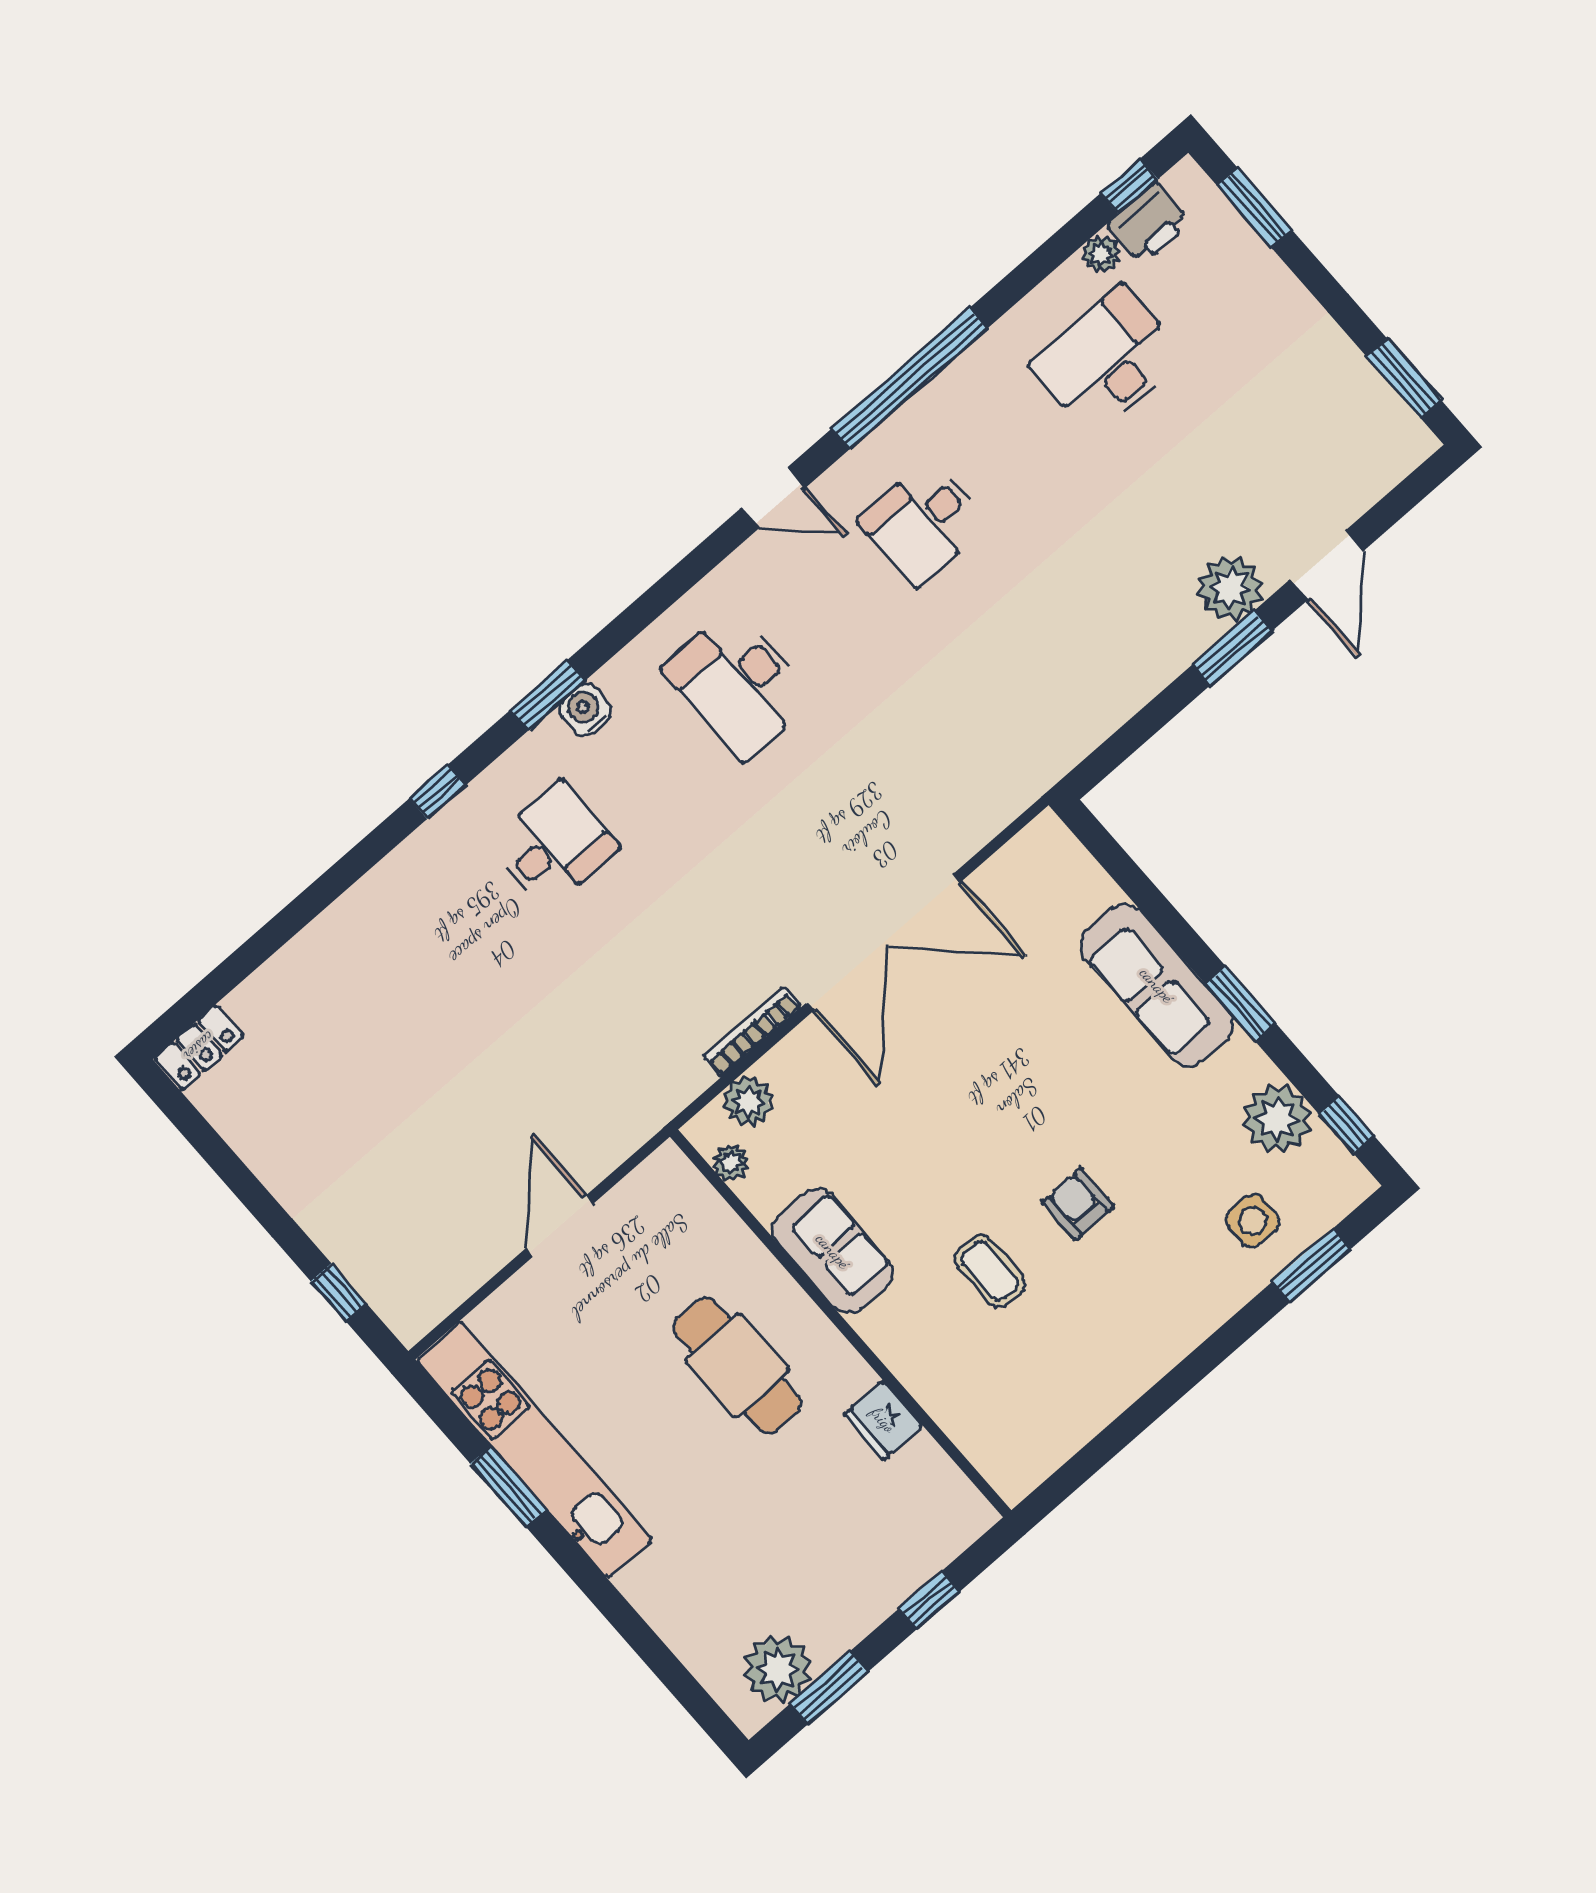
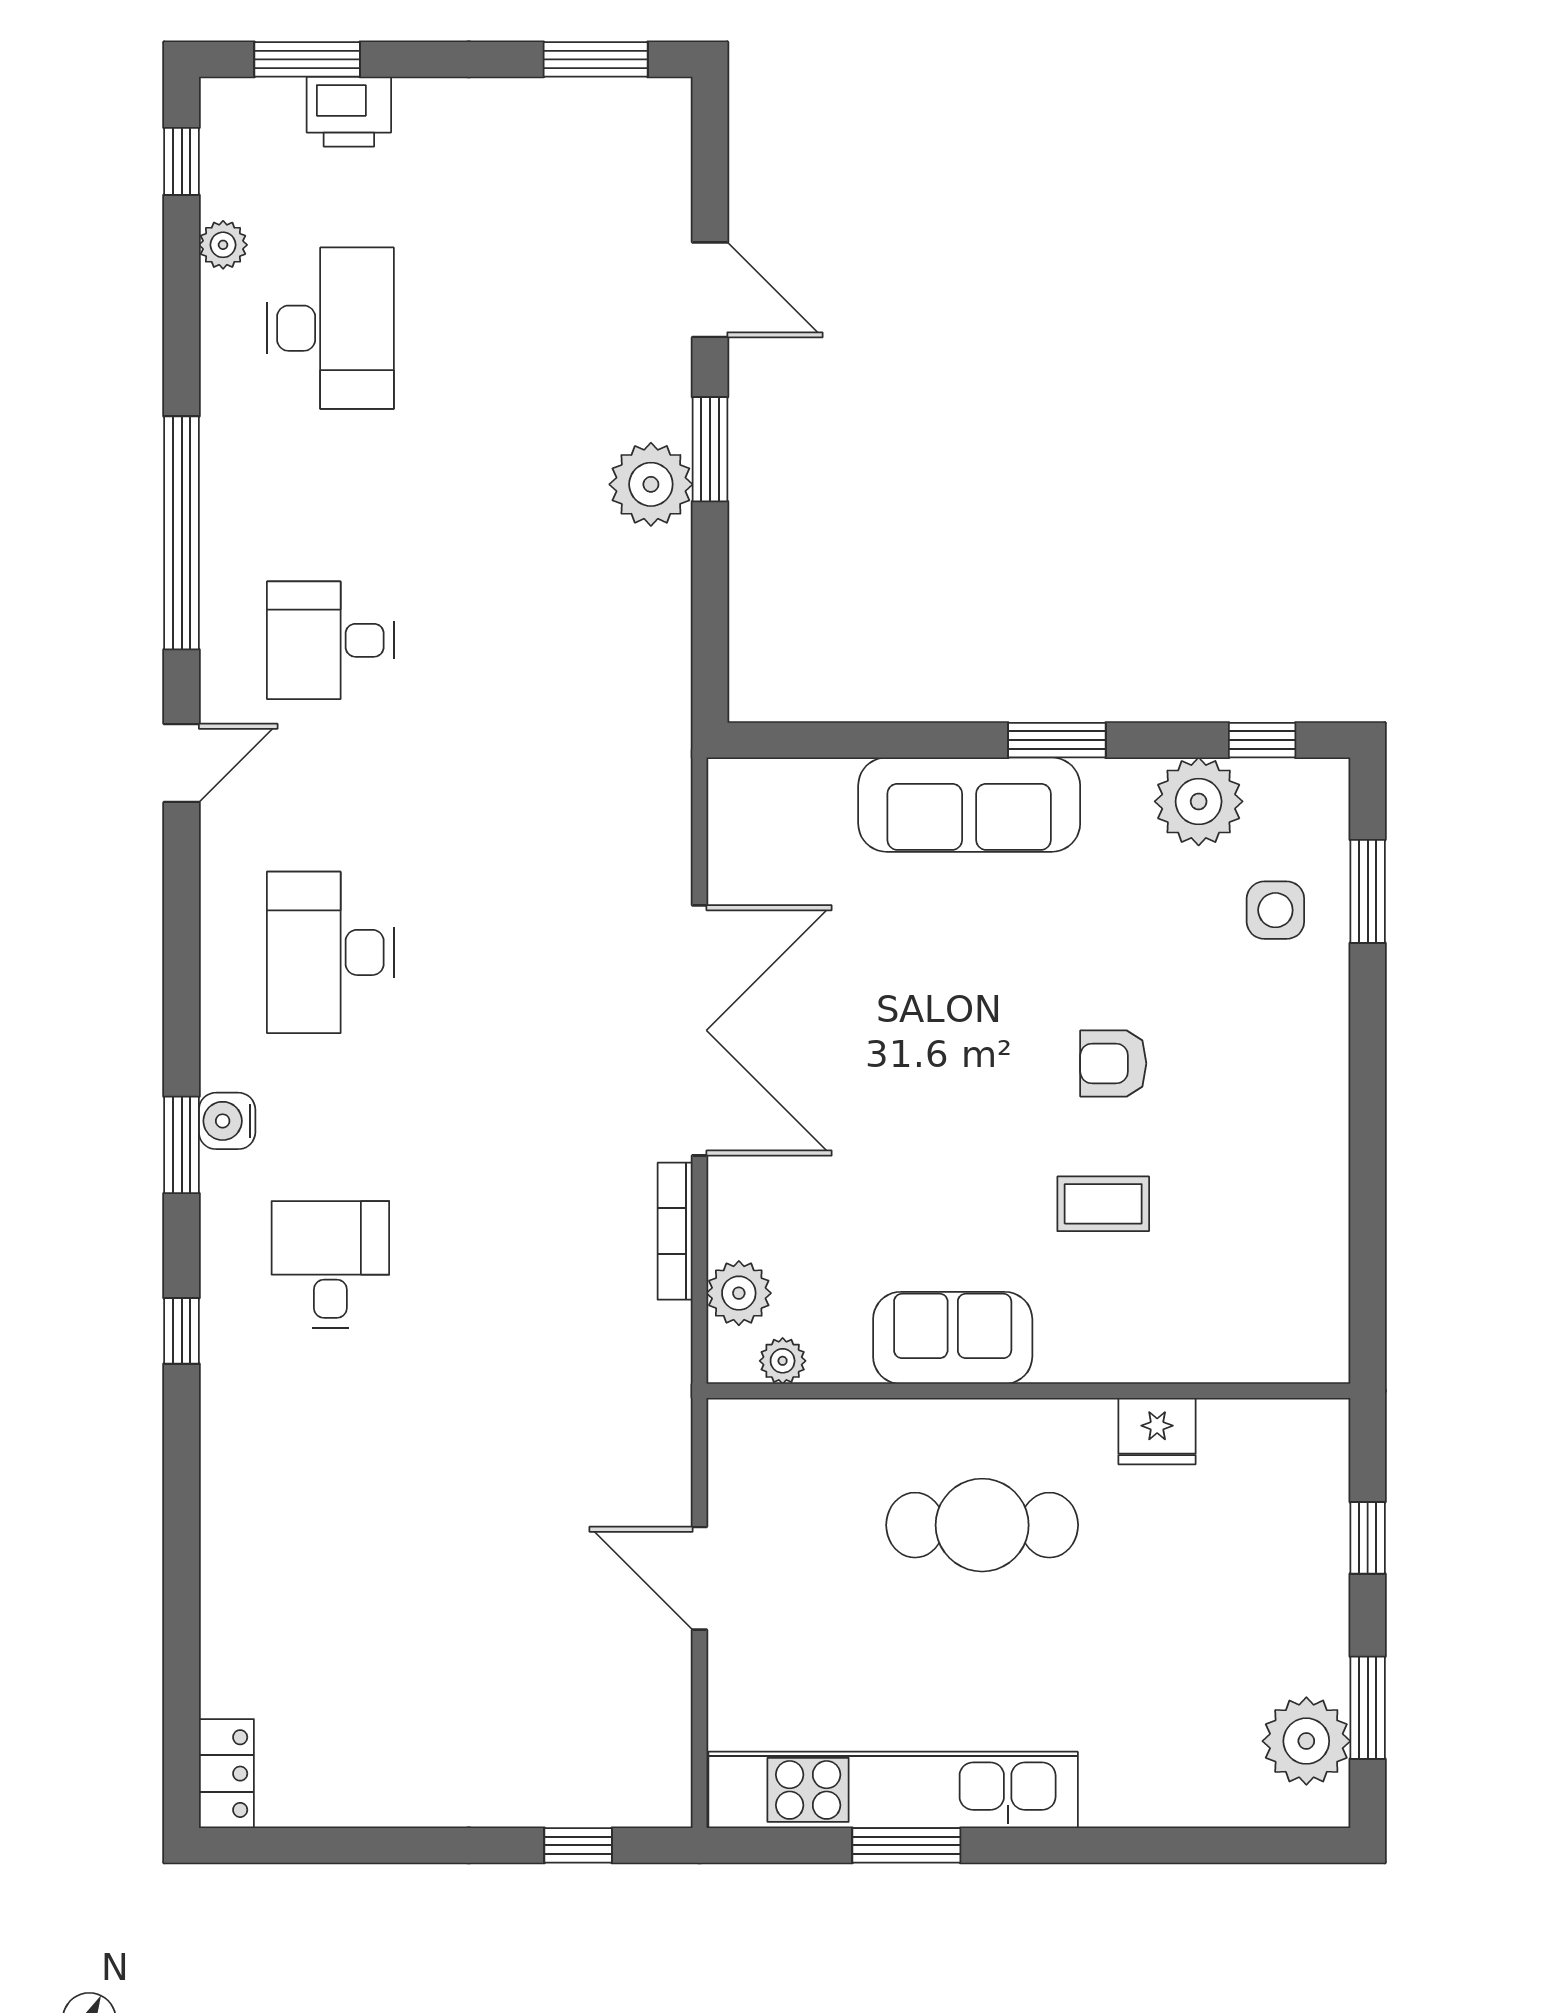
printer: (1149, 224) -> (349, 112), moved, turned 90
desk: (1108, 361) -> (330, 328), turned 180
desk: (923, 522) -> (330, 640), turned 90
plant: (1230, 588) -> (651, 484), moved
desk: (738, 684) -> (330, 952), turned 90

